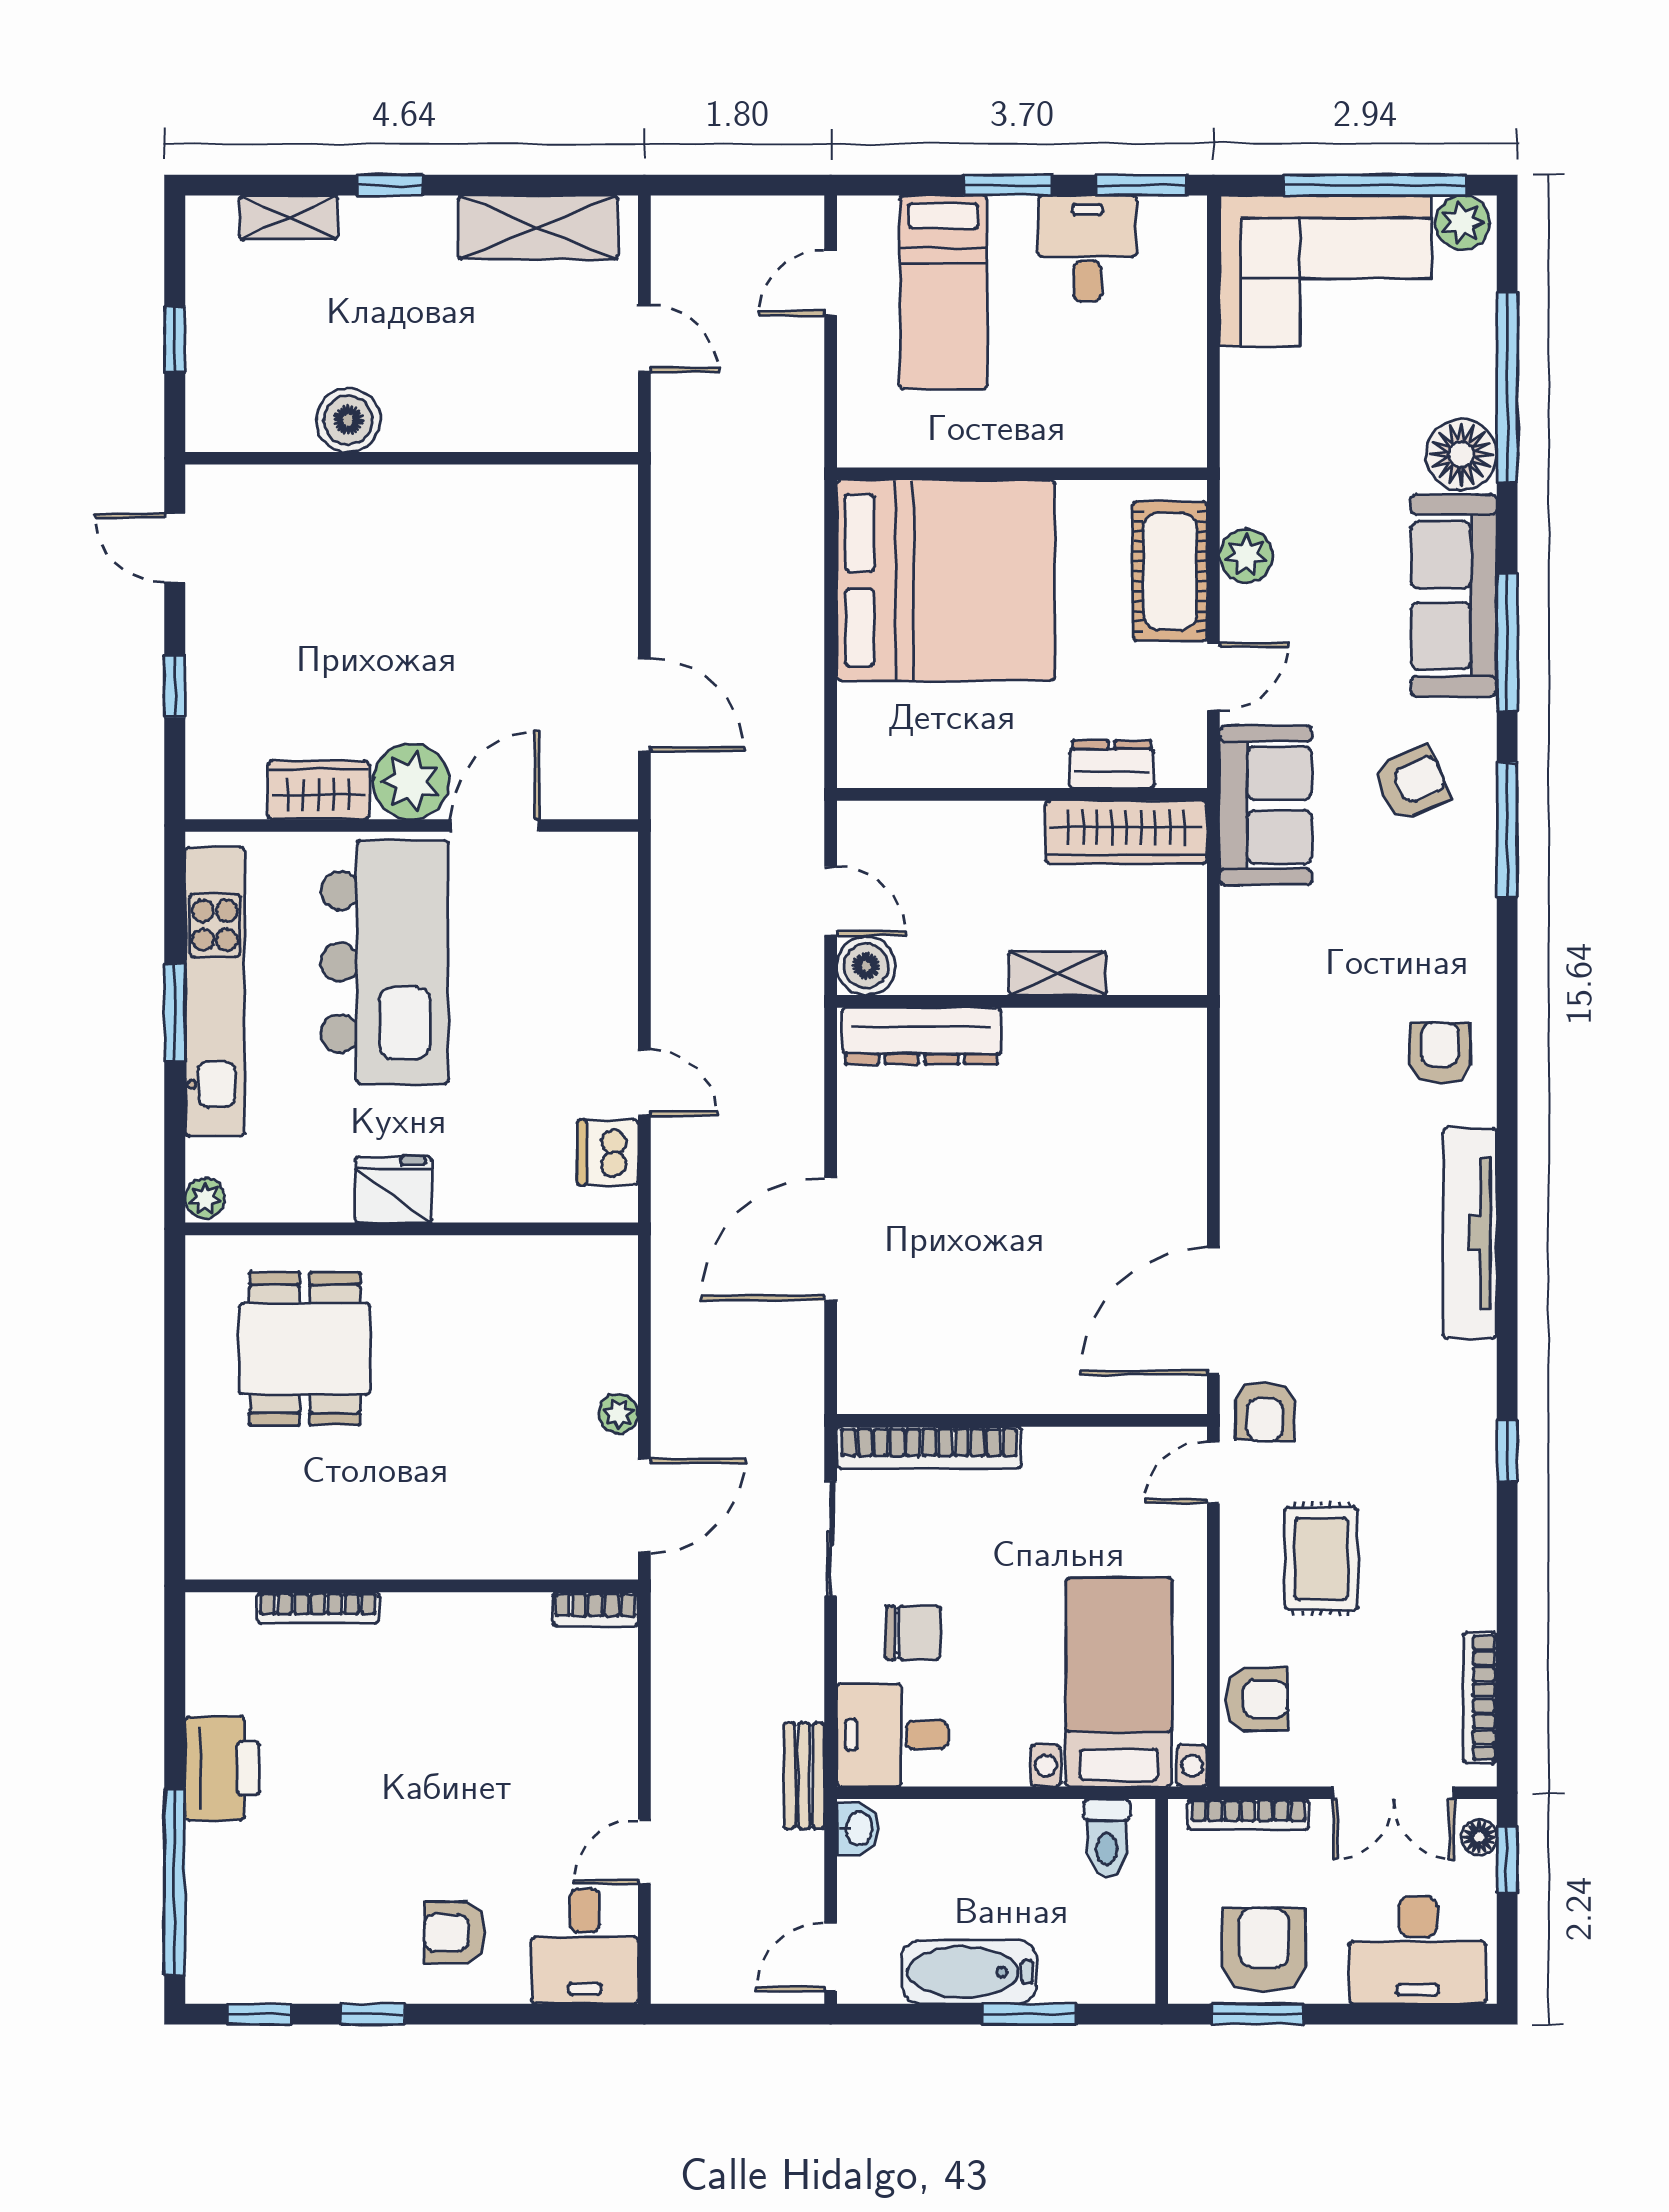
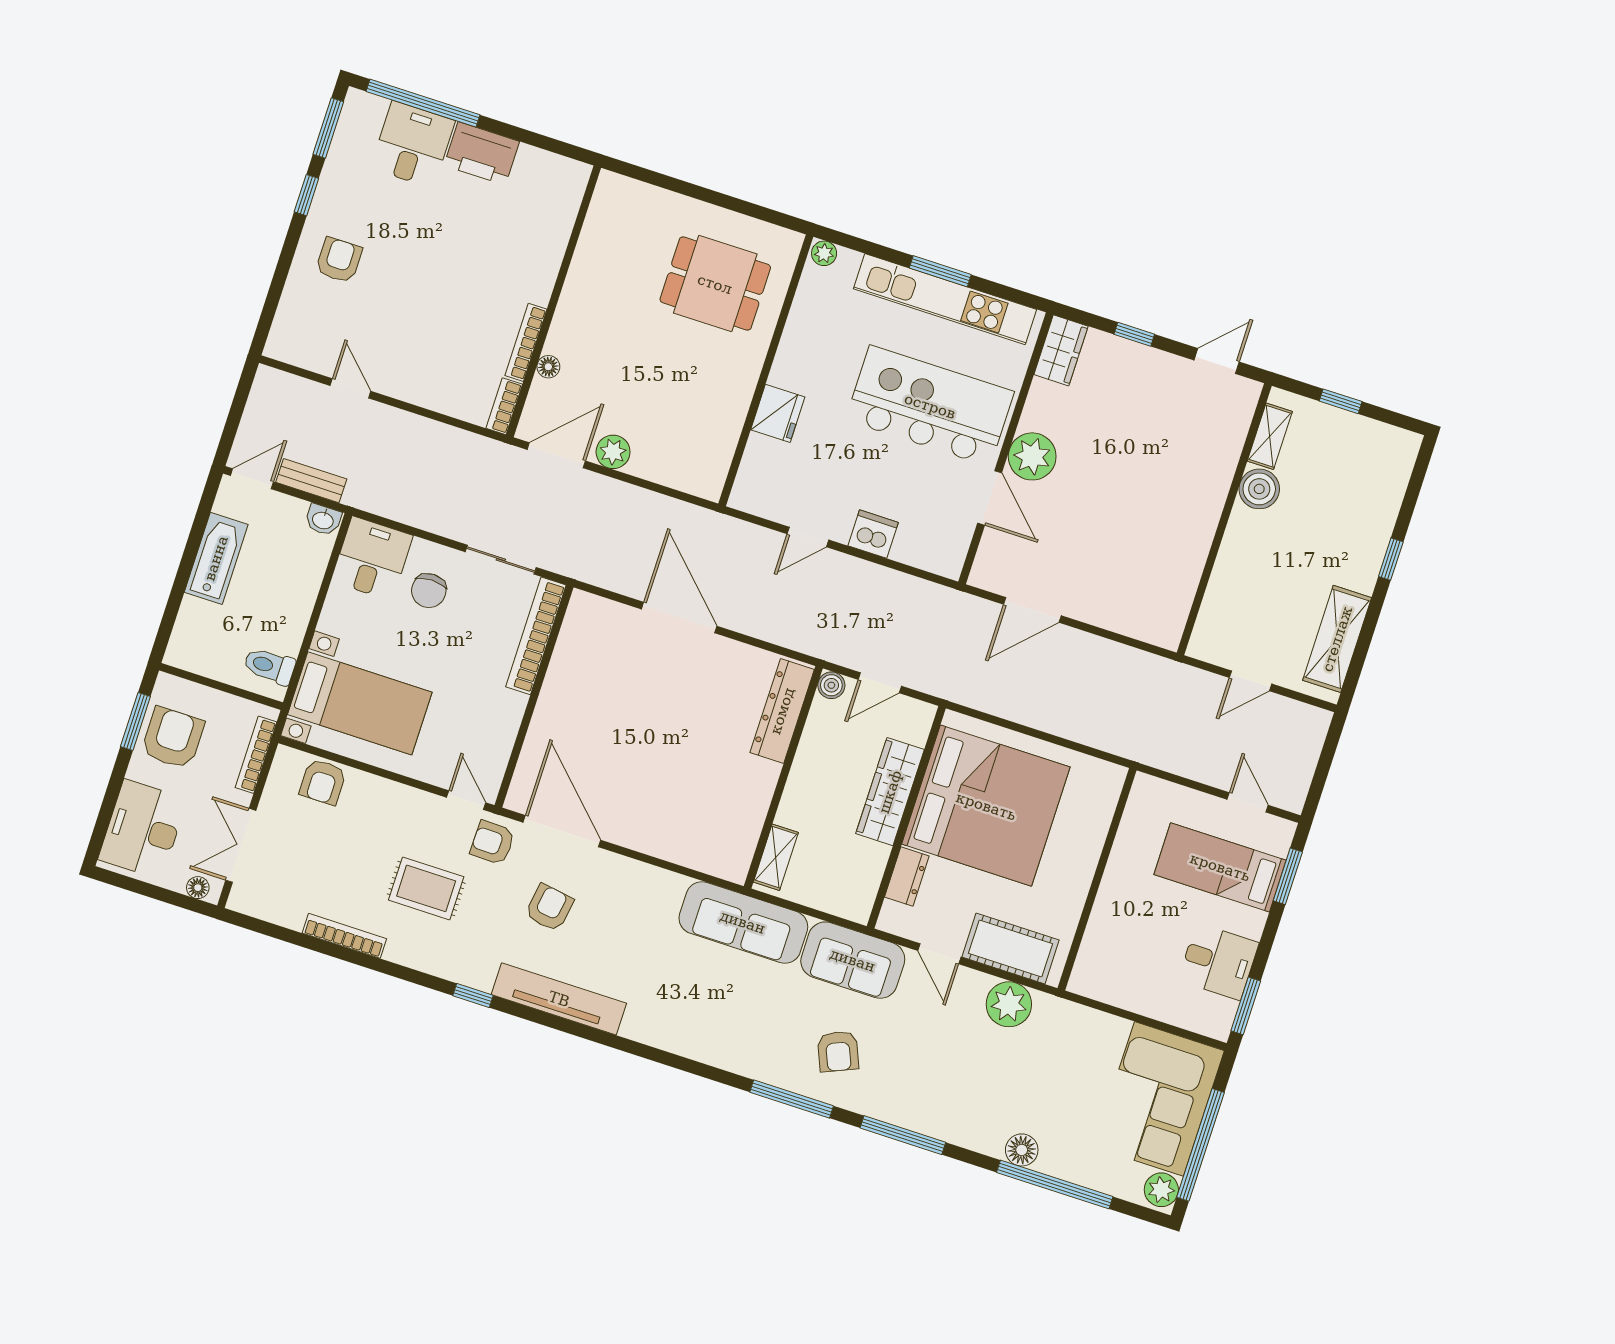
window: (1008, 185) -> (1288, 876), moved
shelving: (289, 218) -> (1270, 436), moved
floor lamp: (1461, 455) -> (1022, 1150), width x0.73, depth x0.73
plant: (1246, 556) -> (1009, 1004), width x1.36, depth x1.36
bed: (946, 580) -> (986, 806), moved, turned -90
sofa: (1454, 595) -> (743, 922), moved, turned 180
wardrobe: (318, 790) -> (1061, 350), moved
wardrobe: (1126, 832) -> (890, 792), moved
kitchen island: (384, 962) -> (930, 406), turned 180
boiler: (866, 966) -> (831, 685), width x0.73, depth x0.73
shelving: (1057, 973) -> (776, 857), moved
armchair: (1440, 1053) -> (549, 908), moved, turned -81
dishwasher: (608, 1152) -> (873, 534), moved
fridge: (393, 1190) -> (778, 413), moved
plant: (619, 1414) -> (613, 452), width x1.38, depth x1.38
window: (1507, 1451) -> (473, 995), moved
door: (644, 1506) -> (556, 455), swing flipped
rug: (1321, 1559) -> (426, 888), moved
floor lamp: (514, 1562) -> (548, 367), added
bookcase: (318, 1608) -> (526, 342), moved
bookcase: (1480, 1698) -> (344, 936), moved
bench: (804, 1776) -> (311, 481), moved
window: (1507, 1859) -> (179, 900), removed
desk: (585, 1946) -> (413, 144), moved, turned 90
armchair: (1264, 1949) -> (173, 738), turned -90
door: (831, 1957) -> (252, 479), hinge flipped
window: (259, 2014) -> (328, 128), width x1.50
window: (1030, 2014) -> (179, 586), removed

